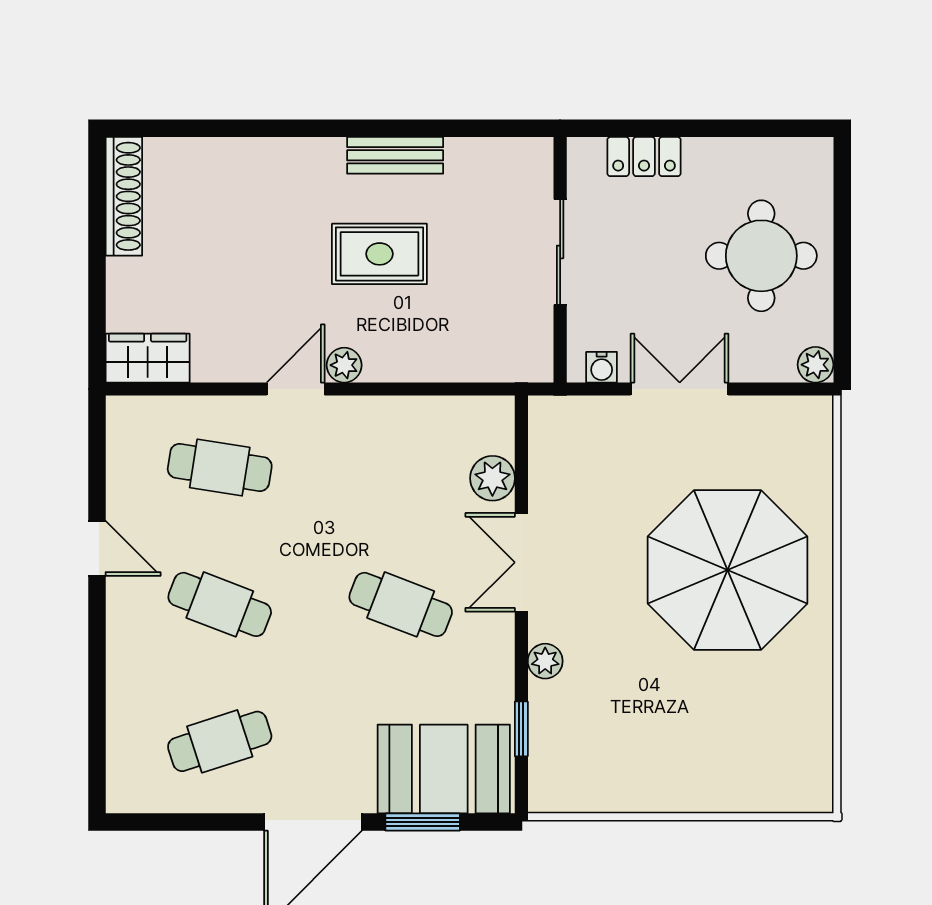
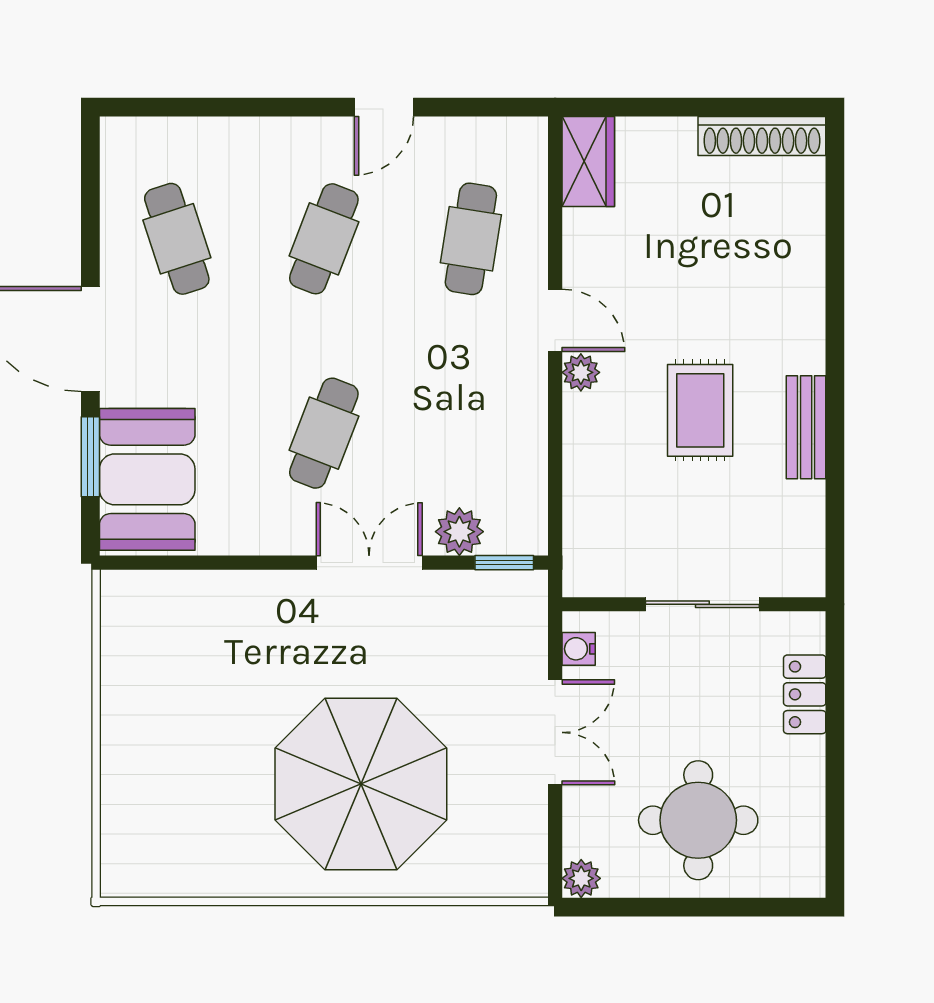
plant: (545, 661) -> (263, 588), removed
window: (521, 729) -> (504, 563), moved

